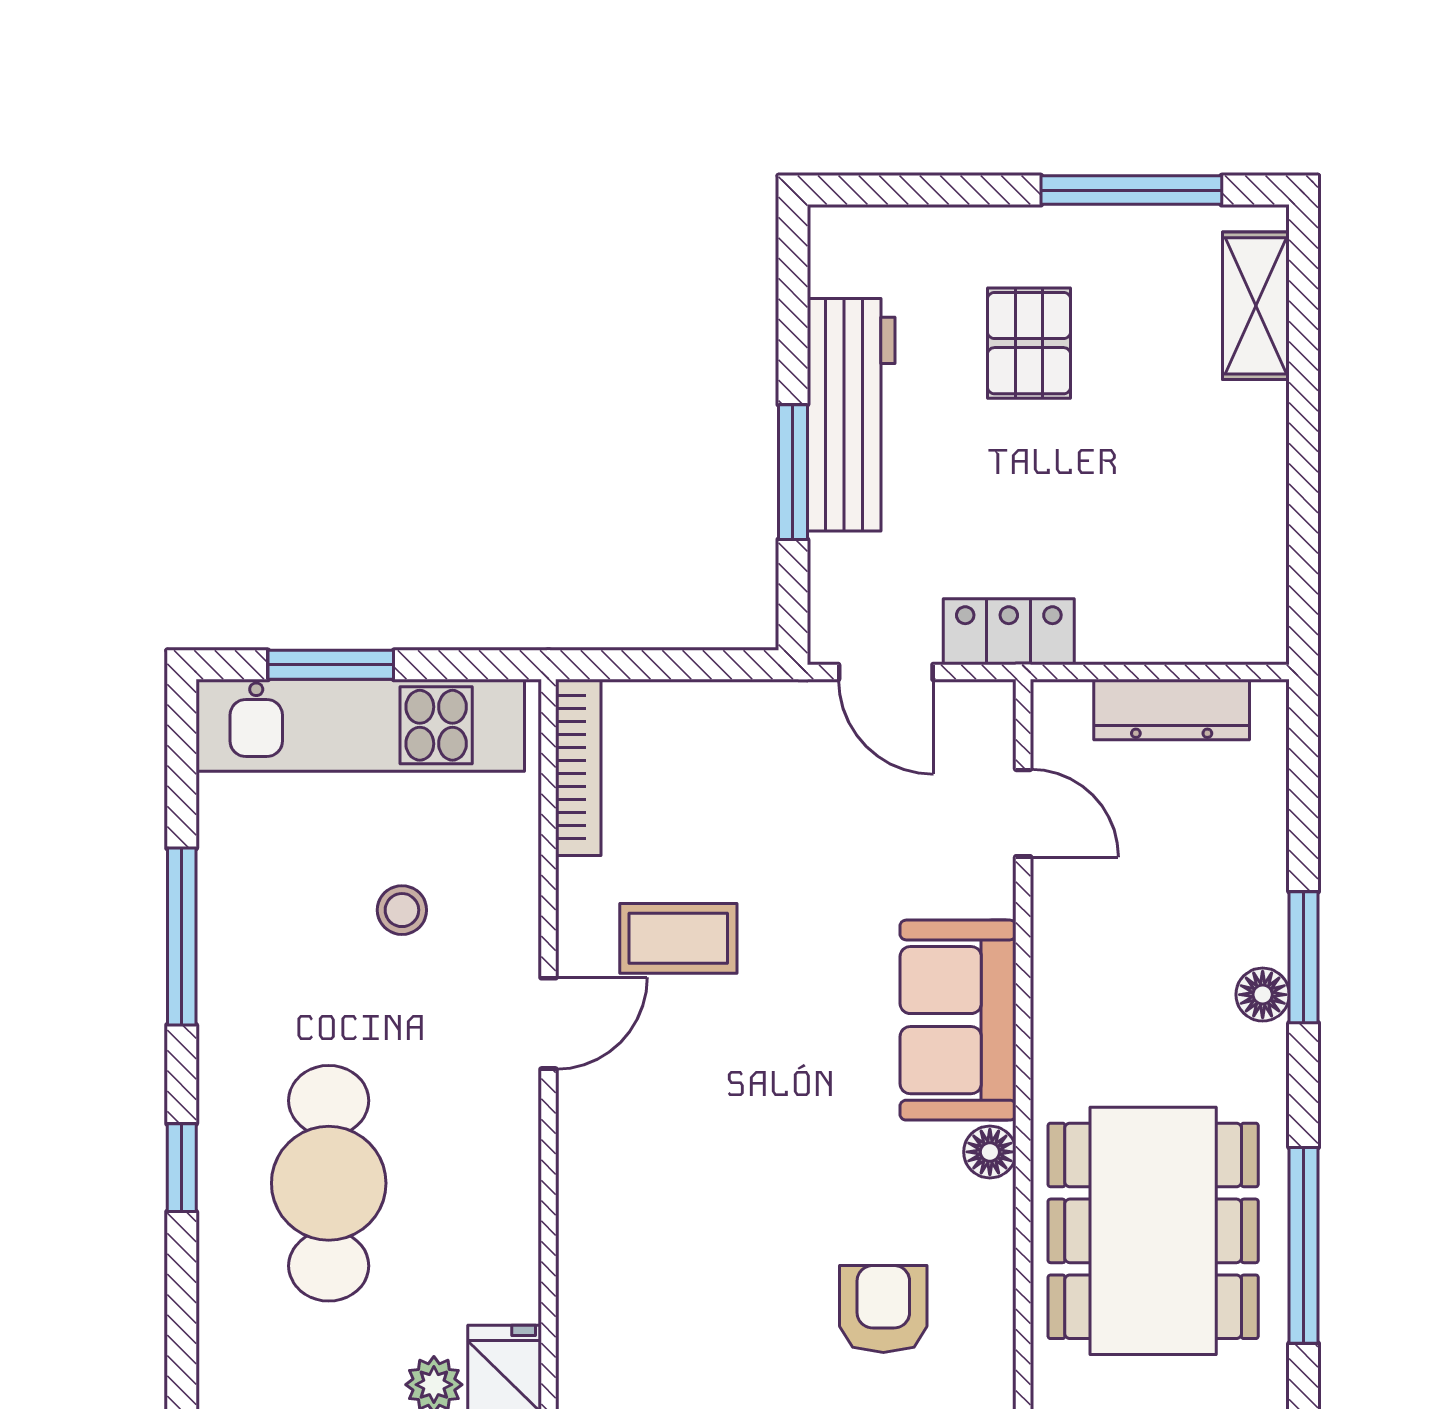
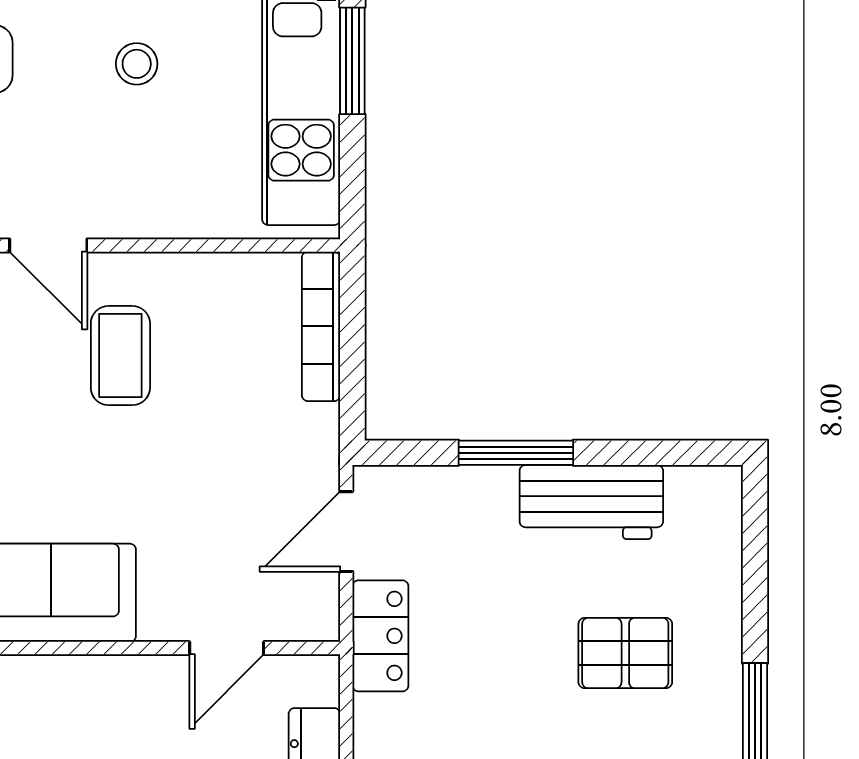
workbench: (851, 415) -> (591, 502), width x0.73
bookcase: (578, 767) -> (321, 326), moved, turned 90
stool: (402, 910) -> (137, 64), moved

